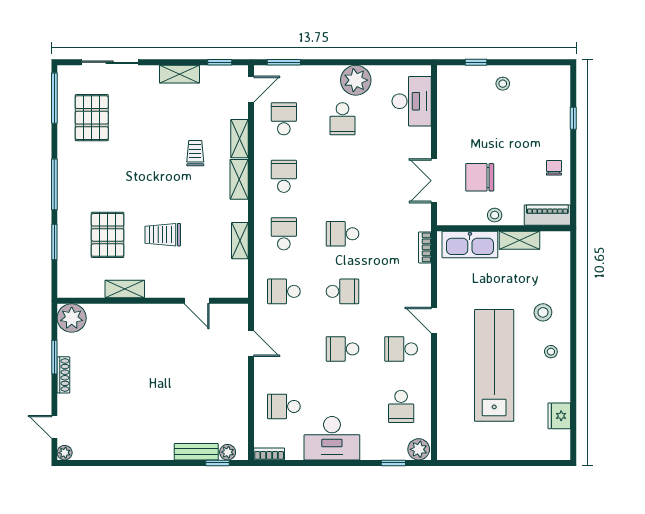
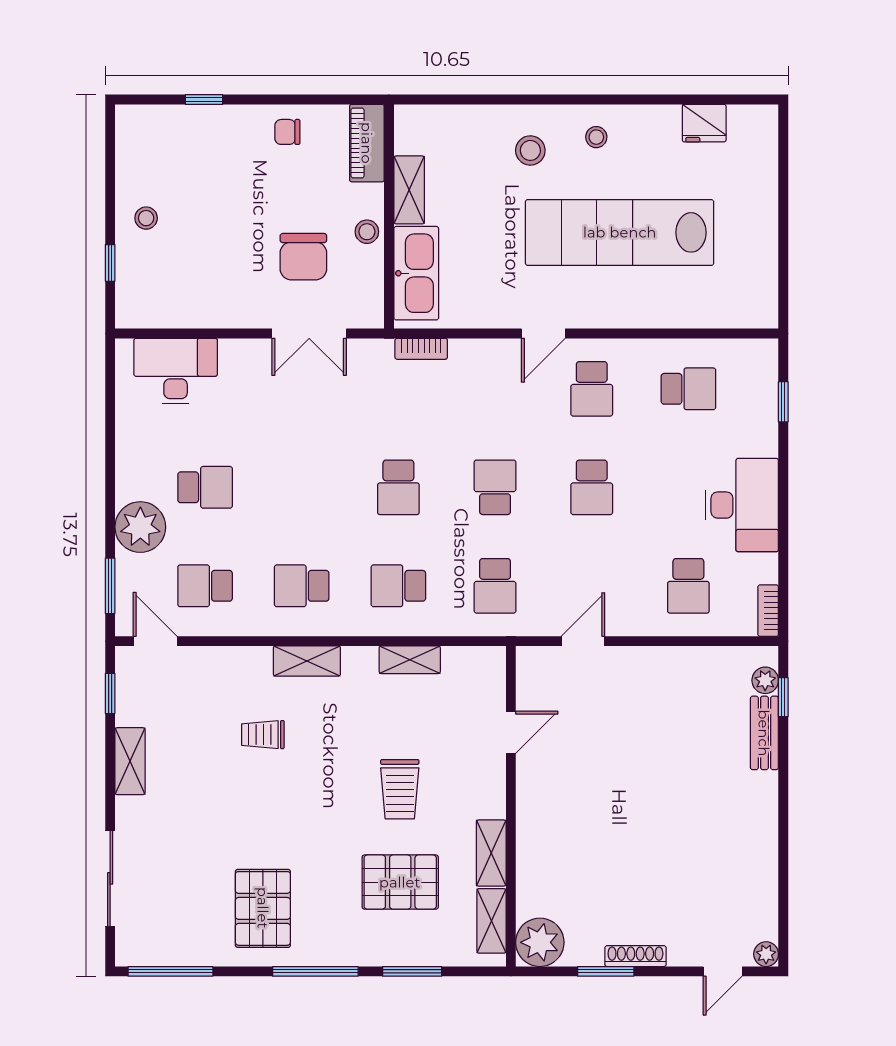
plant: (356, 80) -> (140, 527), moved
pallet: (92, 118) -> (263, 908), moved, turned 90
shelving: (239, 139) -> (491, 921), moved, turned 90
plant: (419, 449) -> (760, 359), removed

